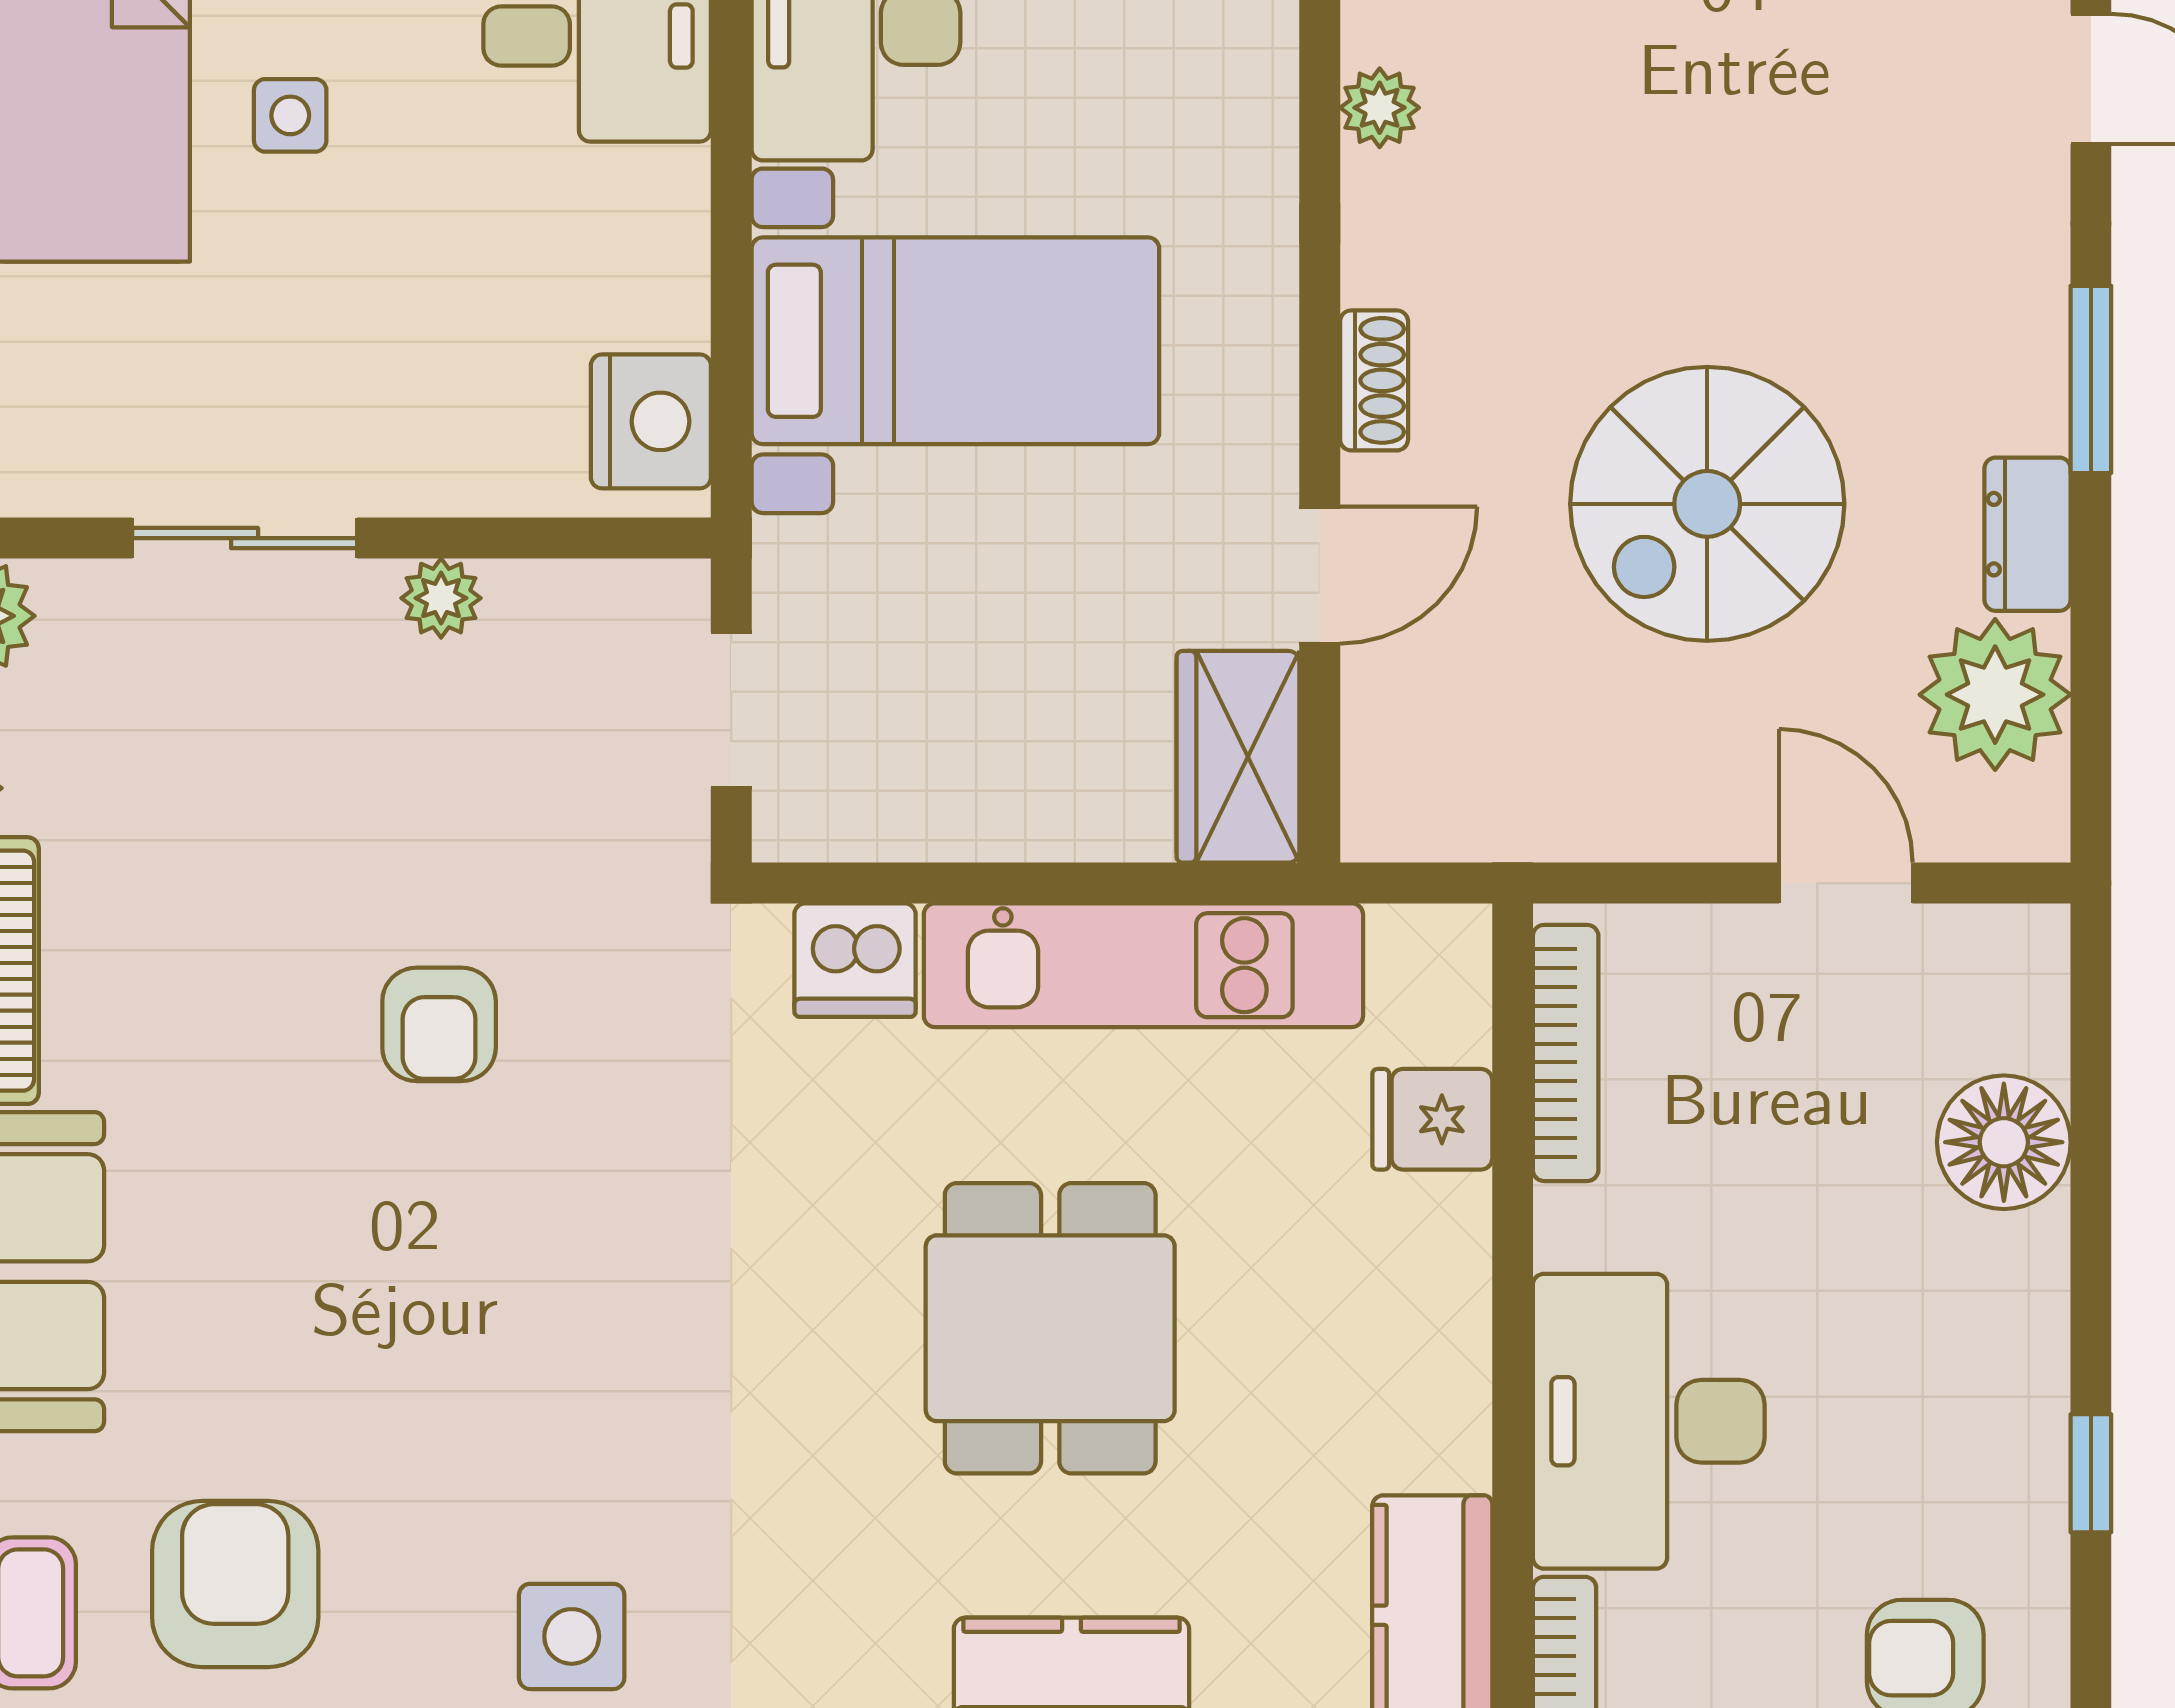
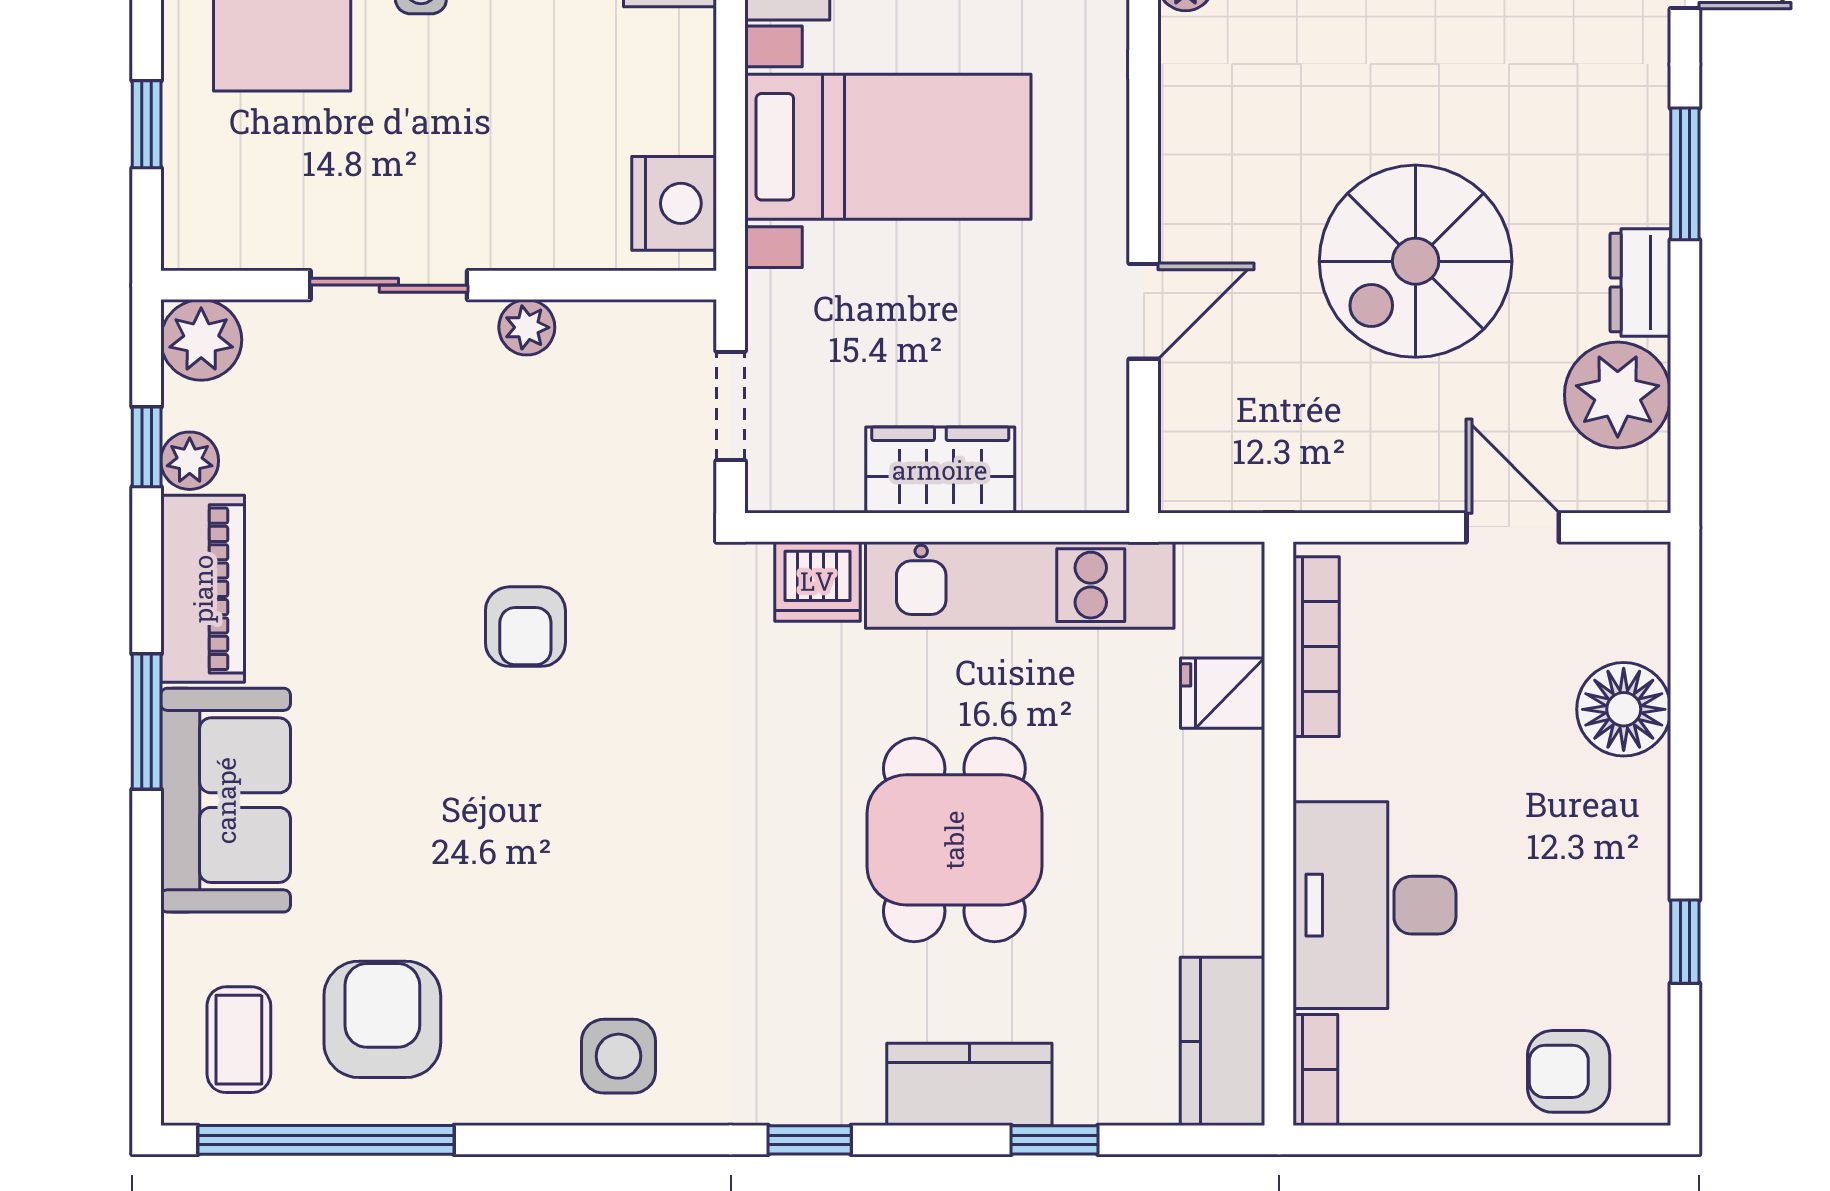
shoe rack: (1374, 380) -> (1182, 175), removed
wardrobe: (1238, 757) -> (940, 470), moved, turned 90

